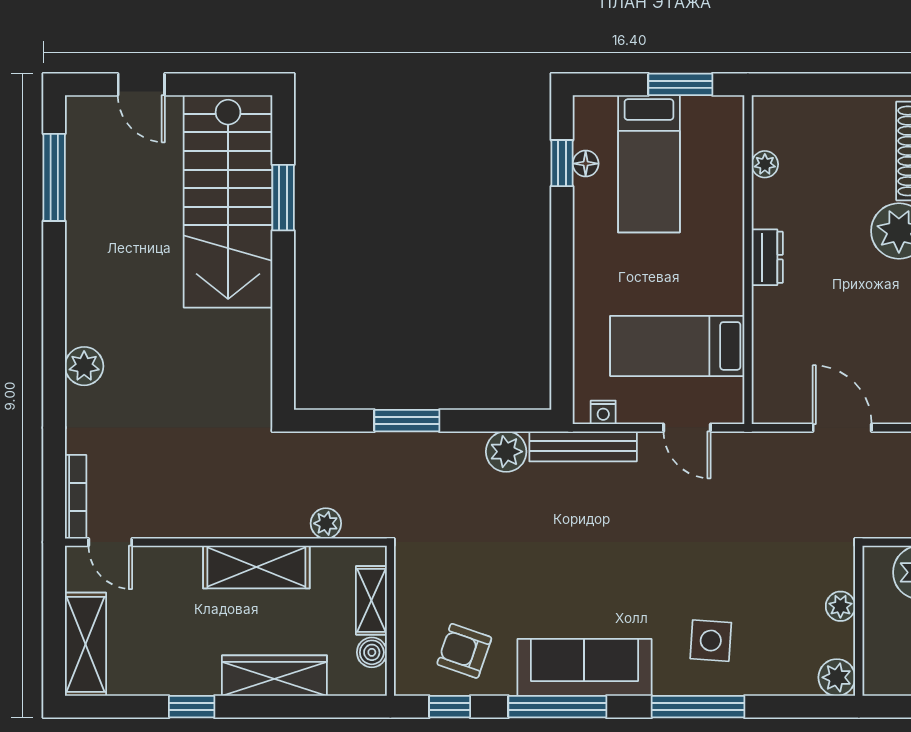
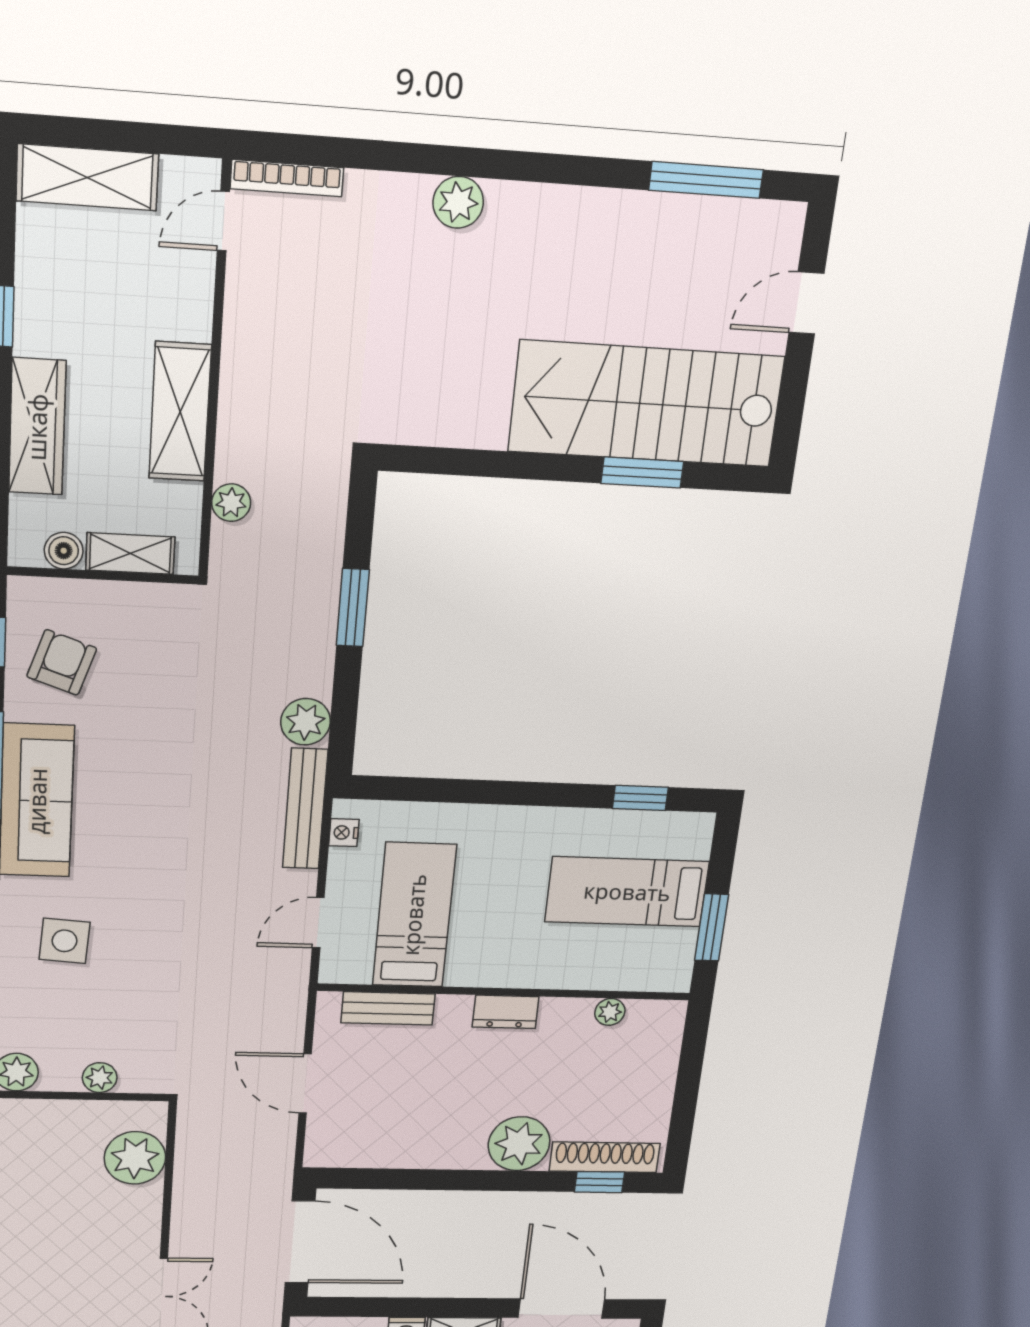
floor lamp: (586, 164) -> (636, 824), removed
bench: (767, 361) -> (388, 1008), added
door: (842, 428) -> (305, 1084), swing flipped

